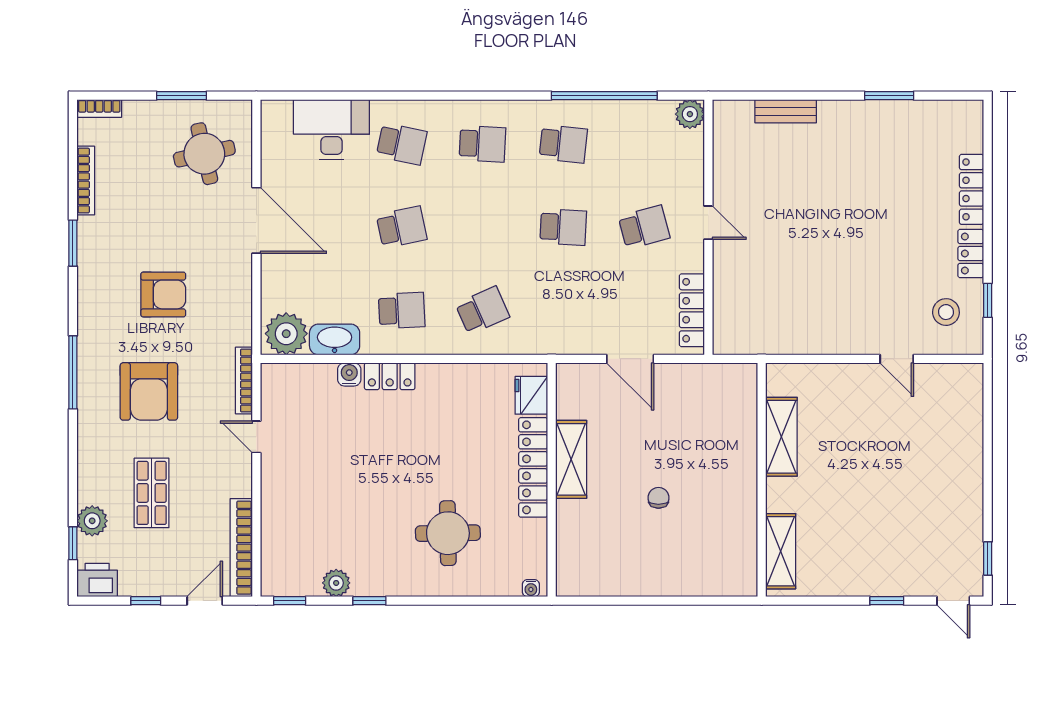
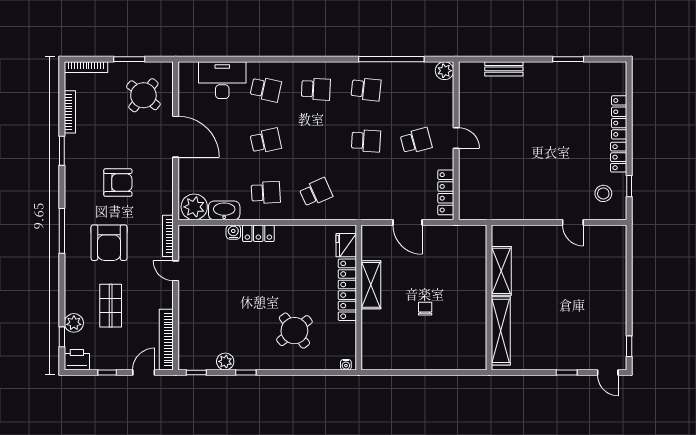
bookcase: (99, 108) -> (86, 67), width x1.56
round table: (204, 154) -> (143, 95), turned -38
round table: (448, 533) -> (294, 331), turned -37
shelving: (781, 551) -> (501, 331), width x1.47

